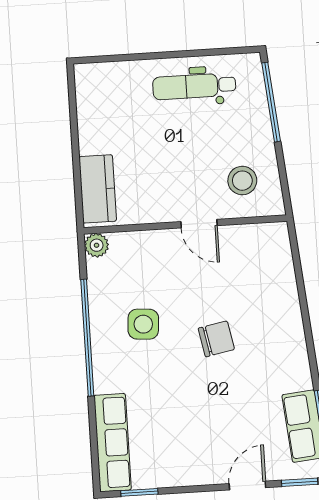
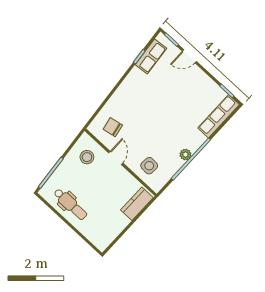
plant: (97, 245) -> (185, 155), moved
side table: (143, 324) -> (149, 166), moved
chair: (216, 339) -> (113, 127), moved

